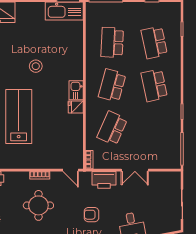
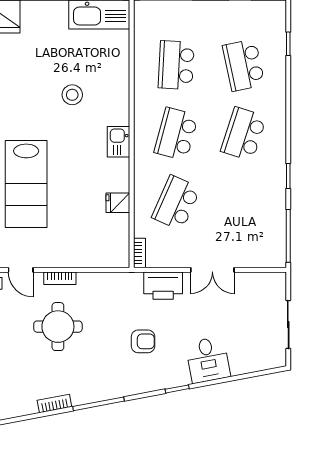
stool: (36, 66) -> (72, 95), moved
school desk: (154, 85) -> (244, 134), turned 30
fridge: (76, 107) -> (118, 203), moved
lab bench: (19, 117) -> (26, 184), turned 180
door: (71, 170) -> (21, 270), moved
armchair: (91, 215) -> (143, 341), turned 180

